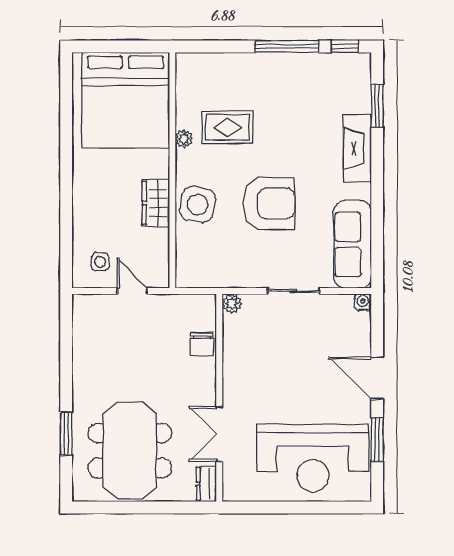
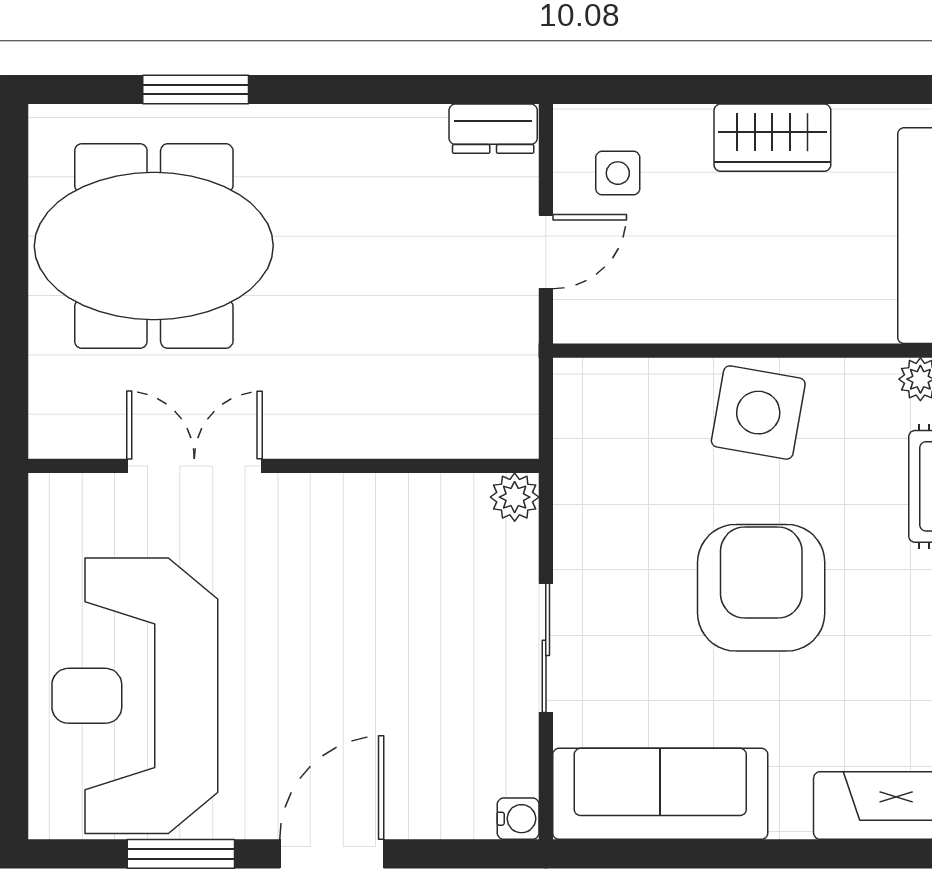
wardrobe: (156, 203) -> (772, 138), moved, turned 180
armchair: (269, 203) -> (761, 588), turned 180
chair: (202, 344) -> (415, 423), removed
dresser: (206, 484) -> (493, 129), moved, turned 180

